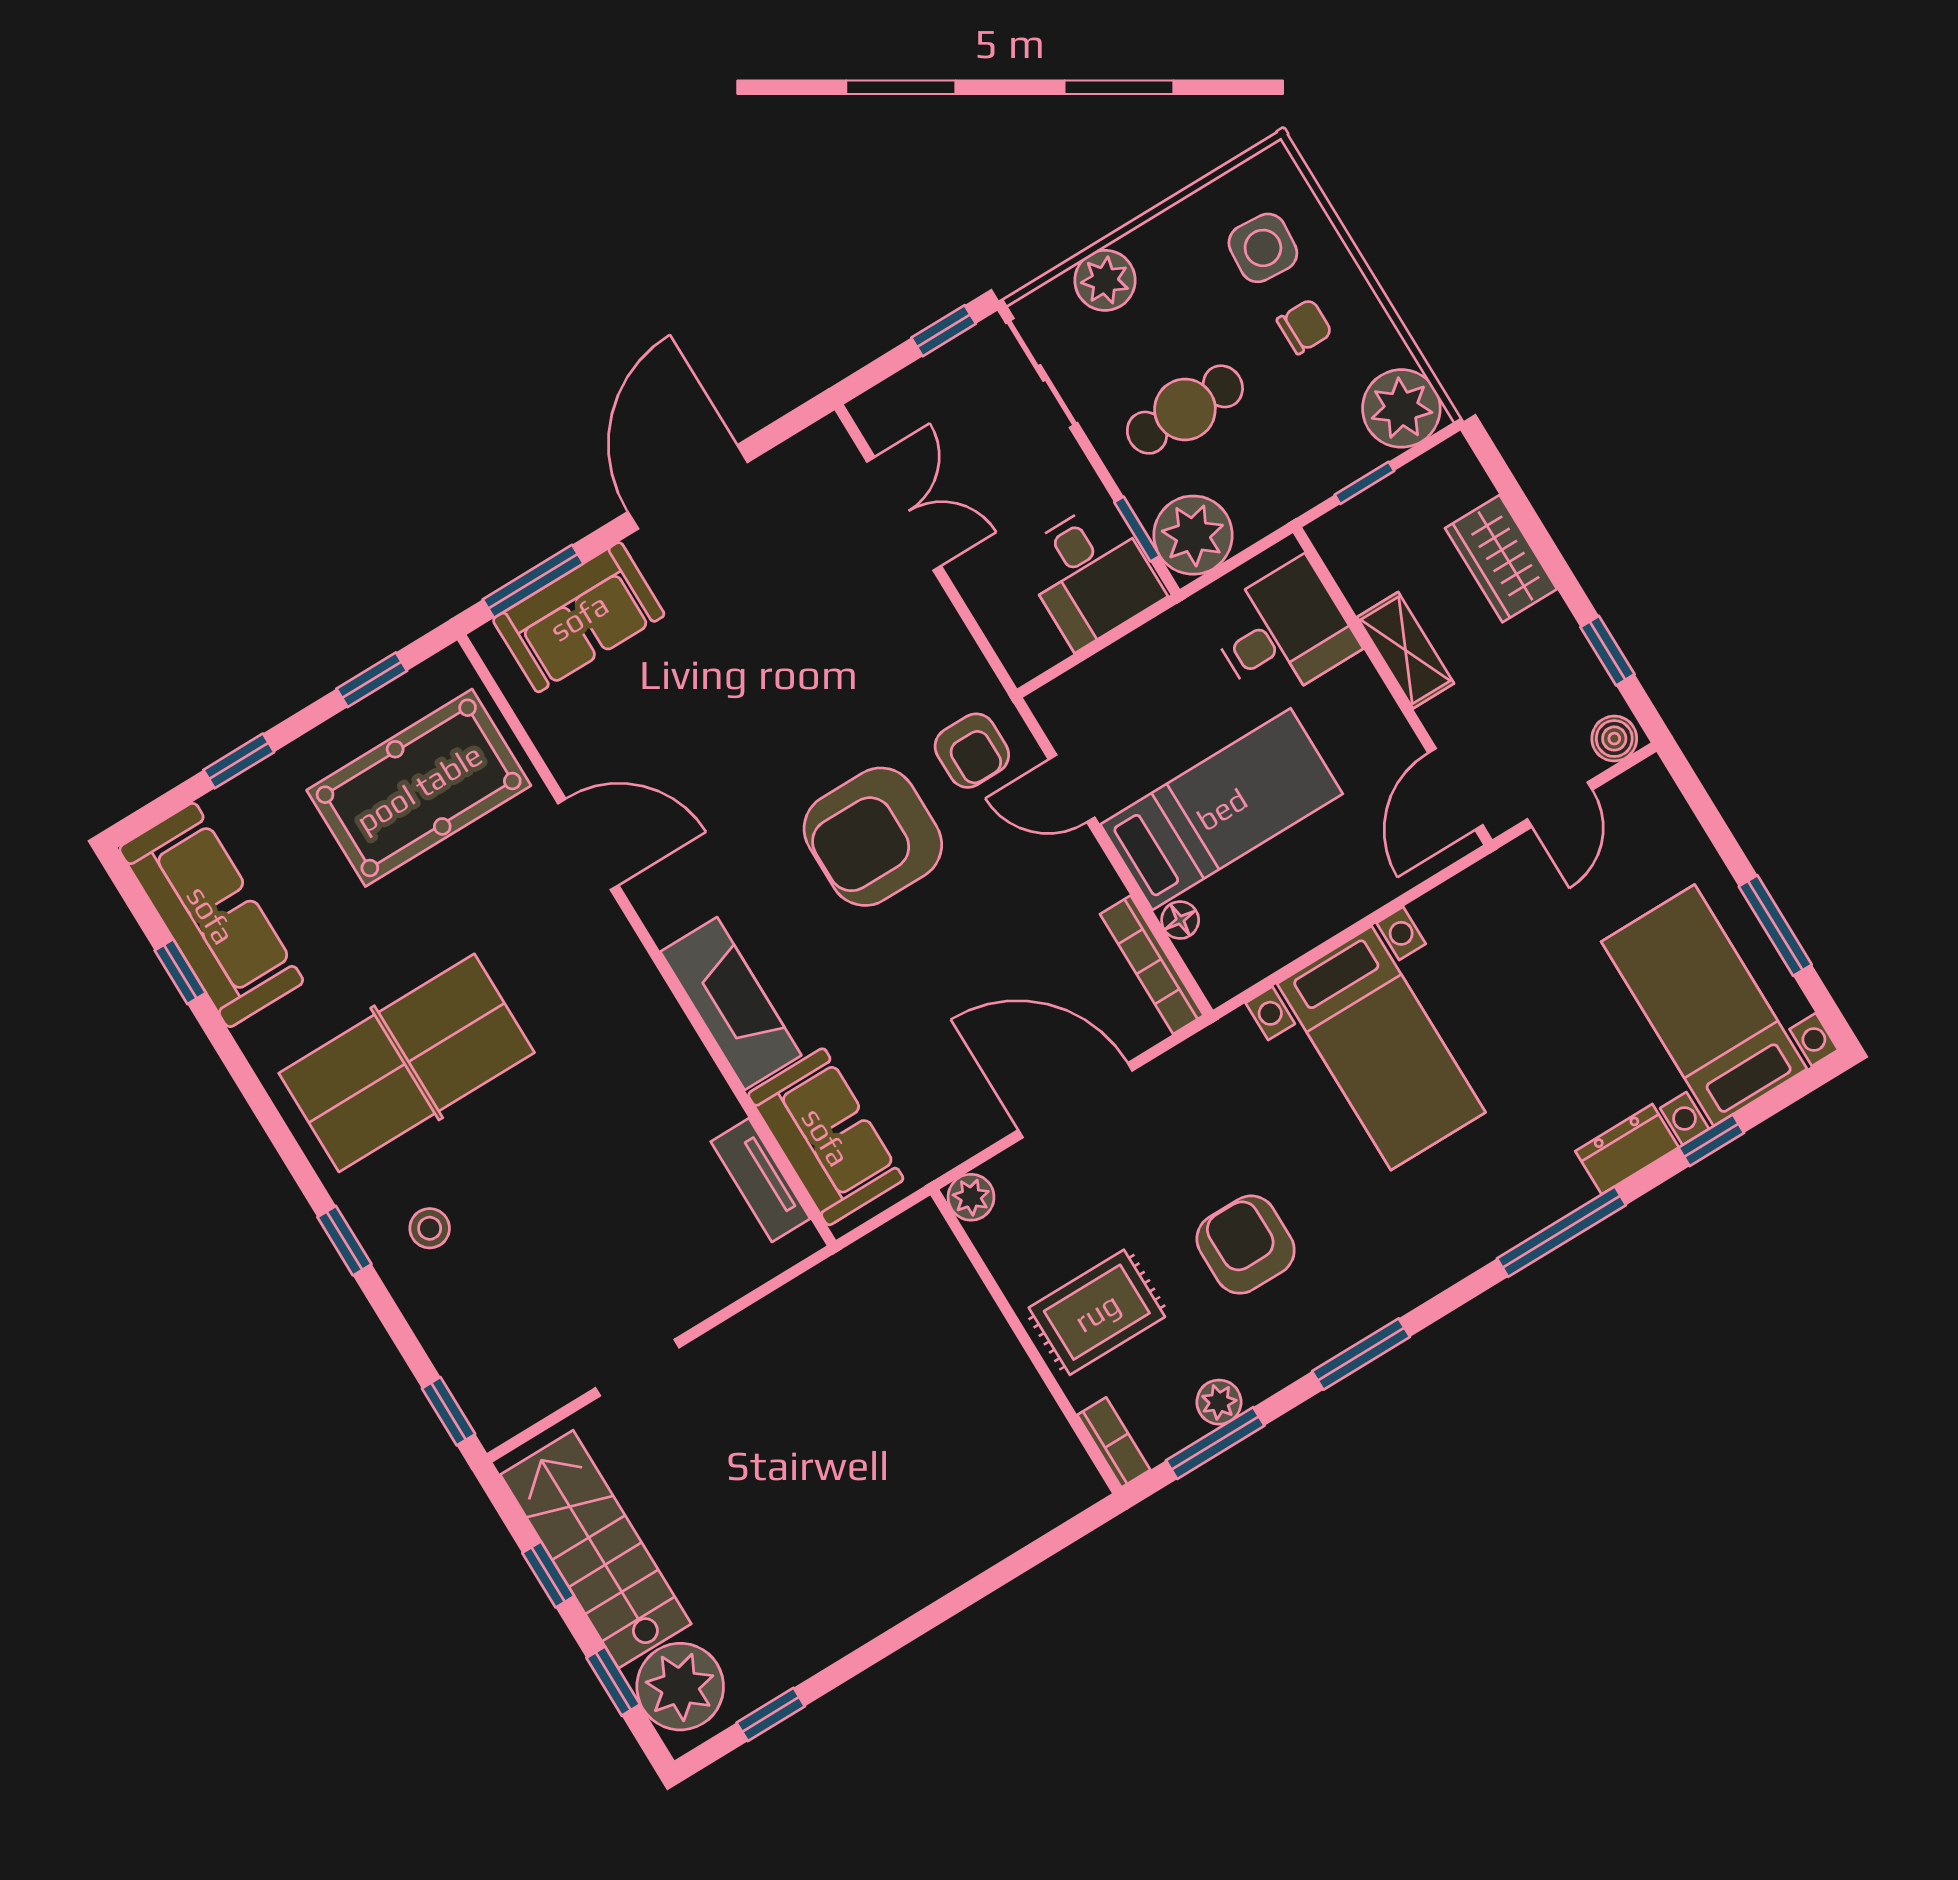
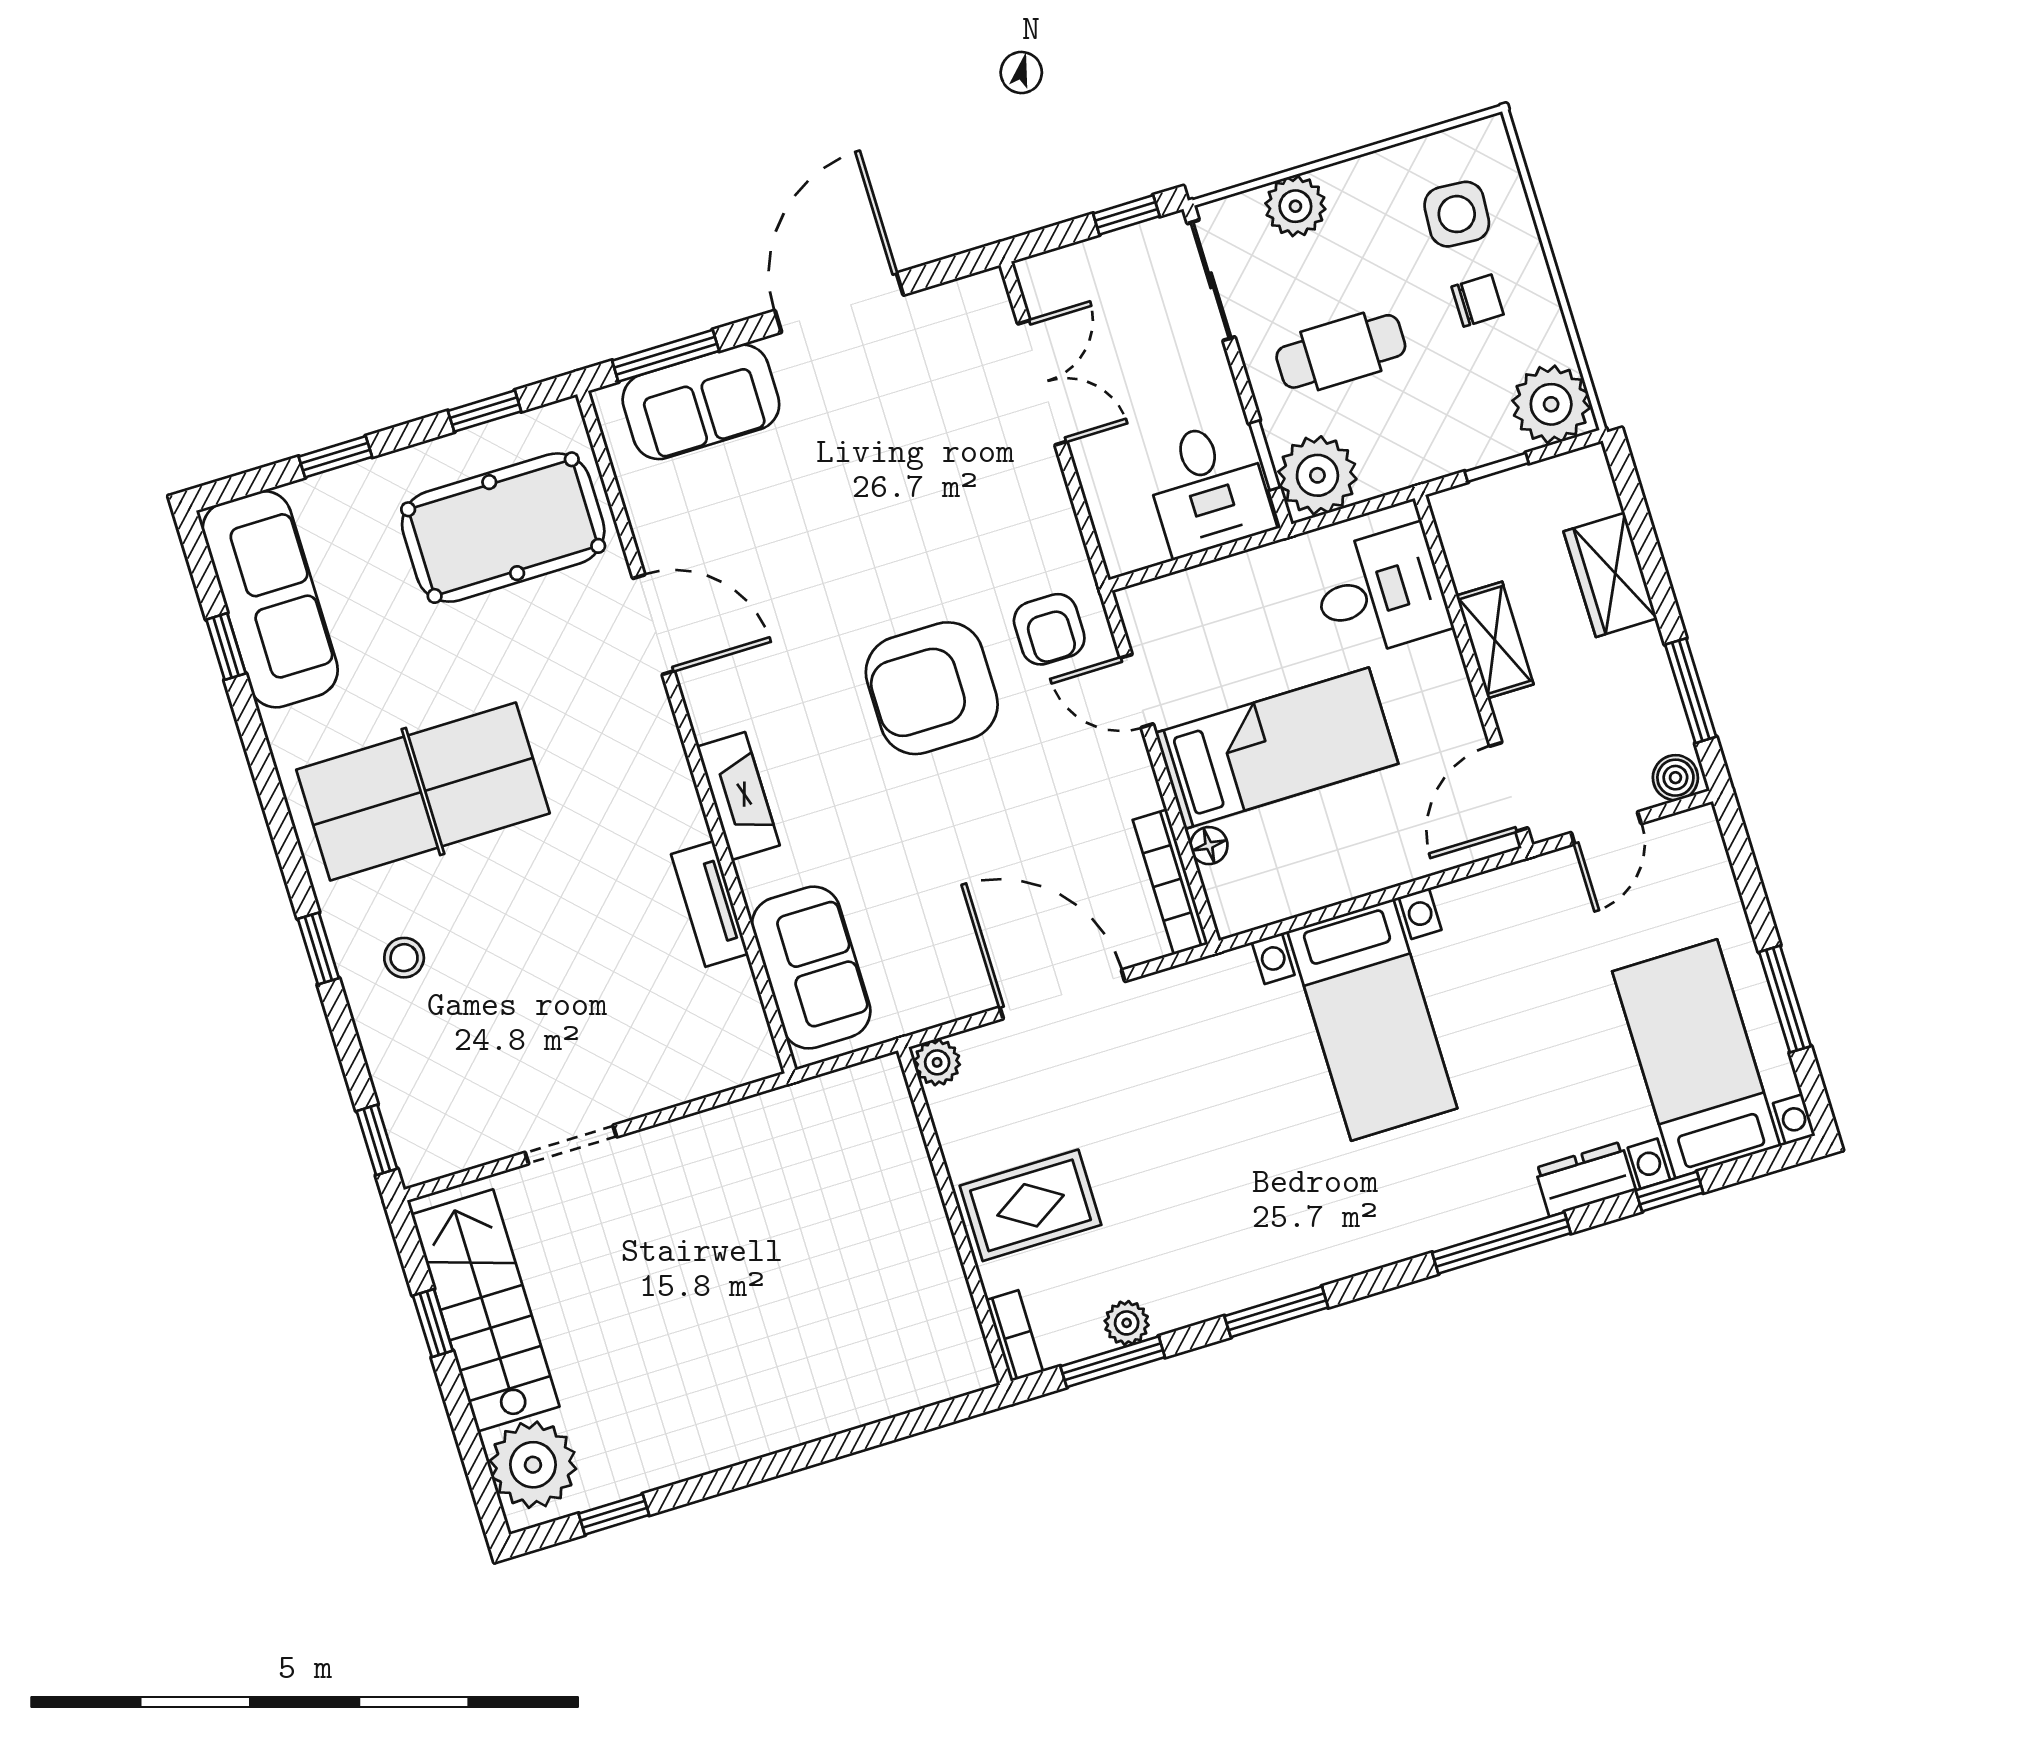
window: (1607, 651) -> (1691, 691), width x1.50
fireplace: (731, 1004) -> (738, 796), width x0.73, depth x0.76
tv unit: (760, 1180) -> (710, 904), moved
armchair: (1246, 1245) -> (1192, 1177), removed
window: (613, 1681) -> (469, 1443), removed

